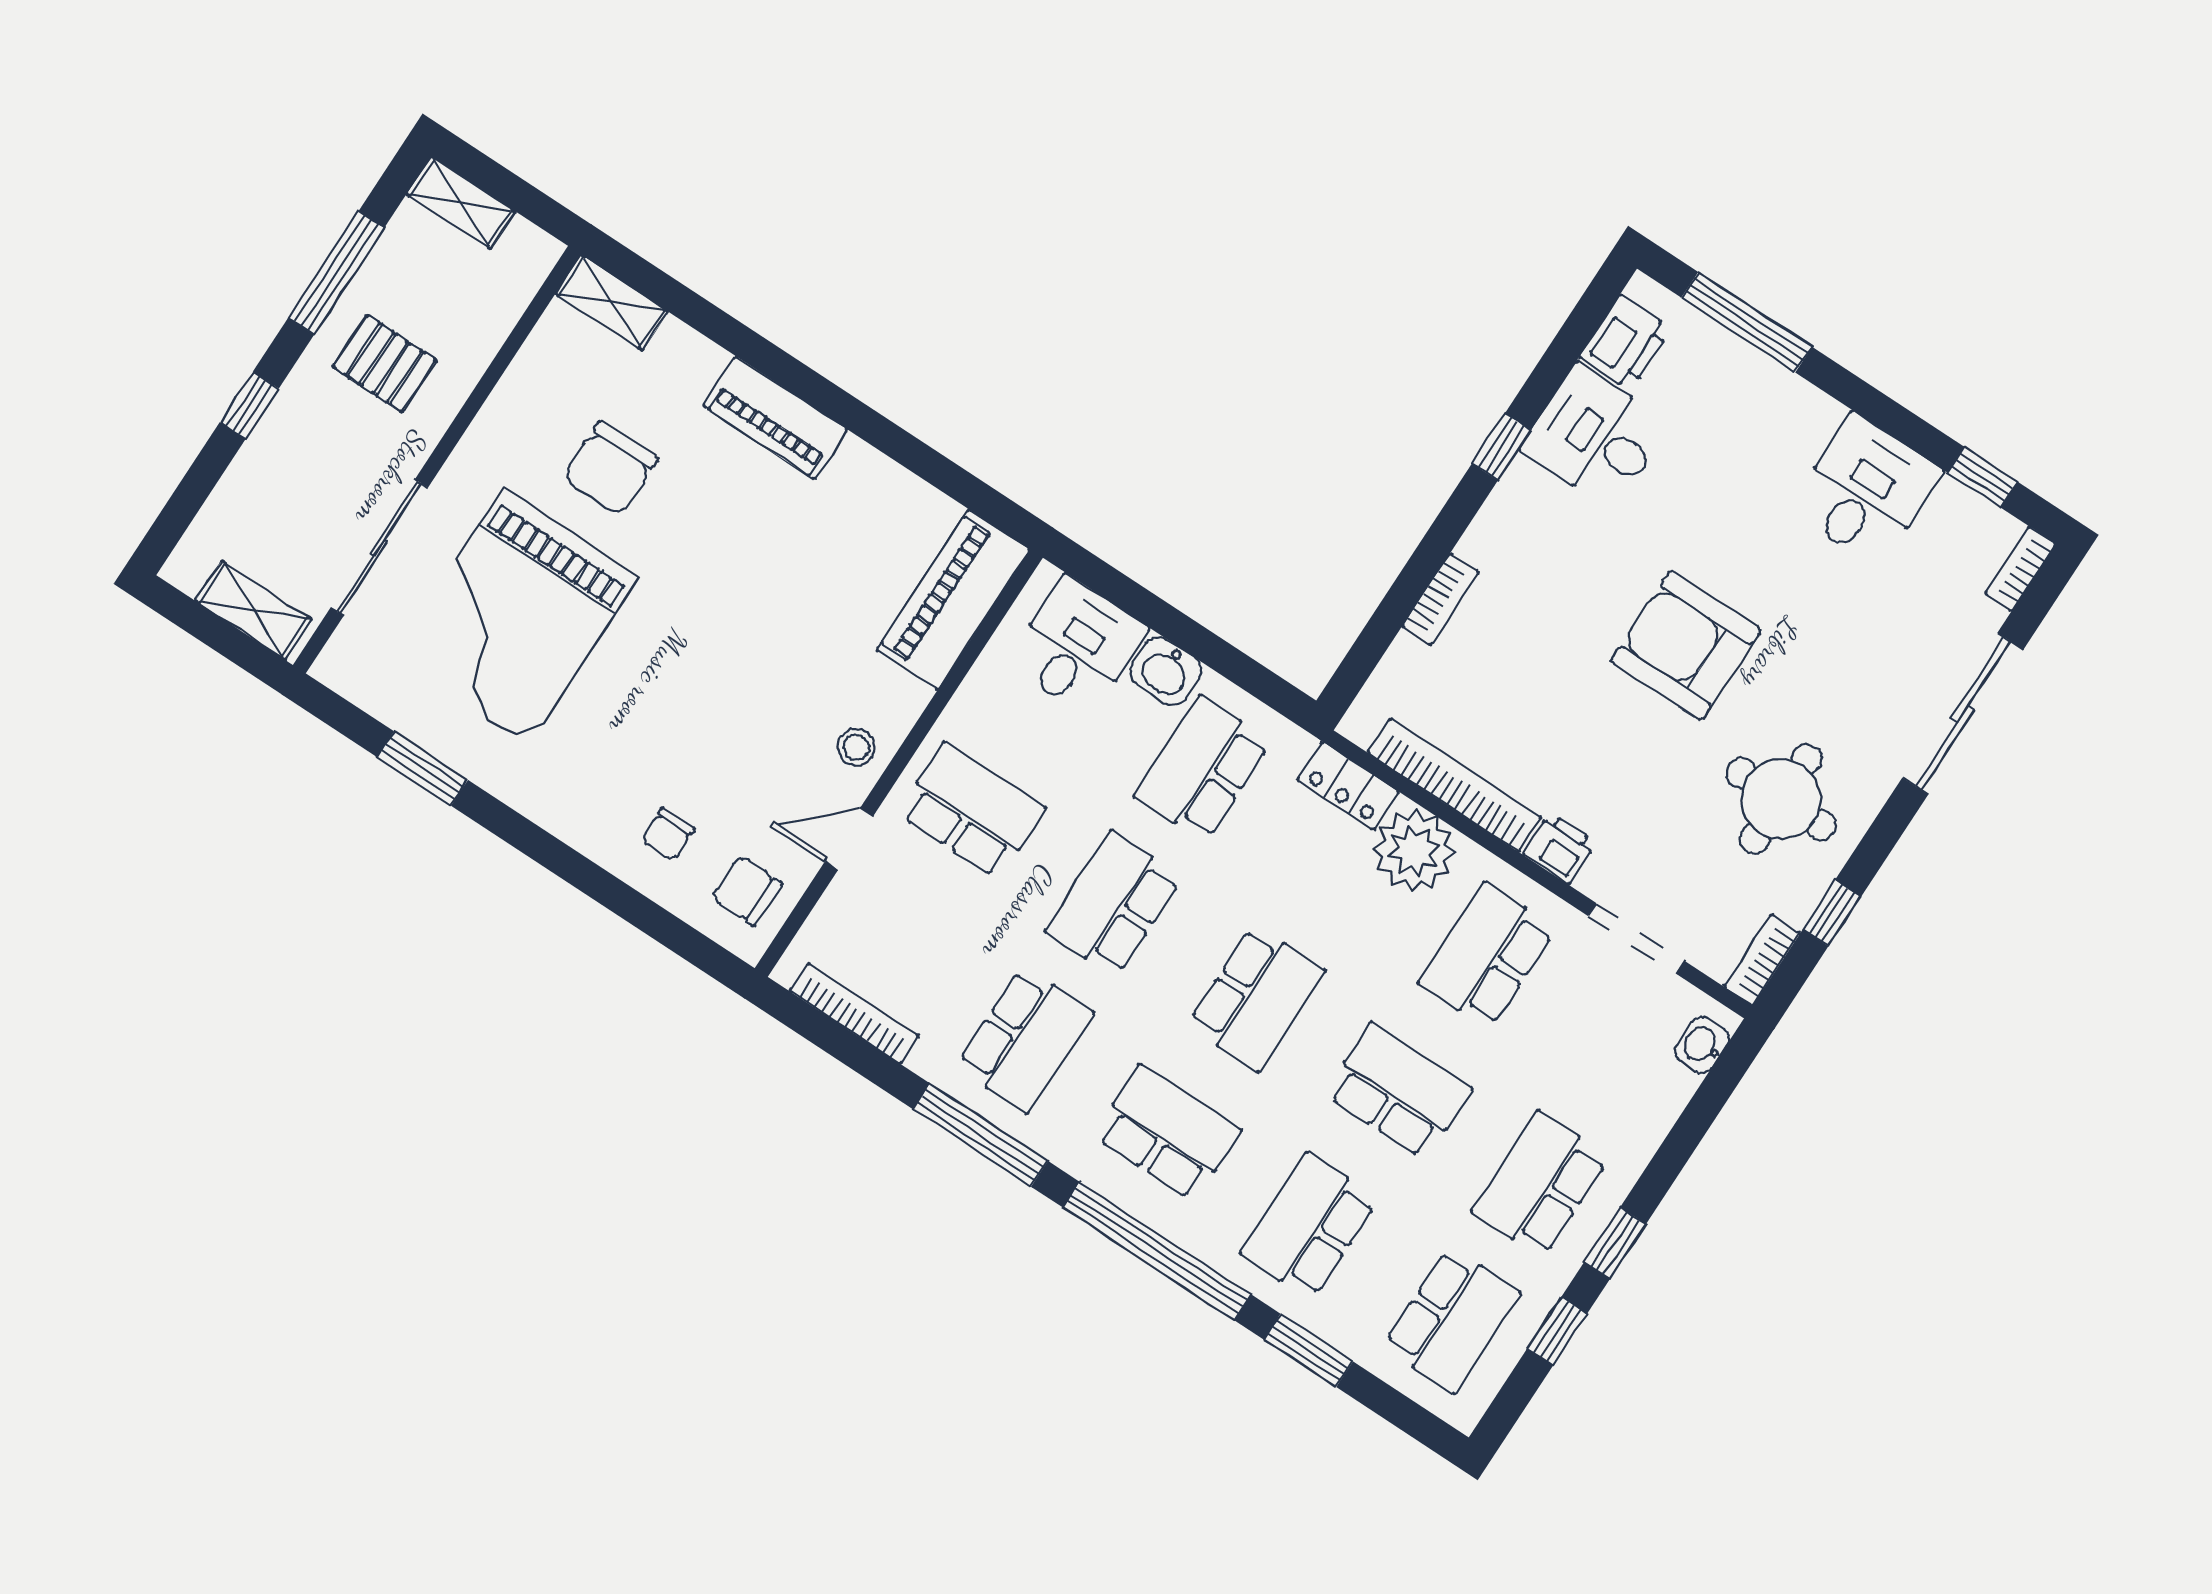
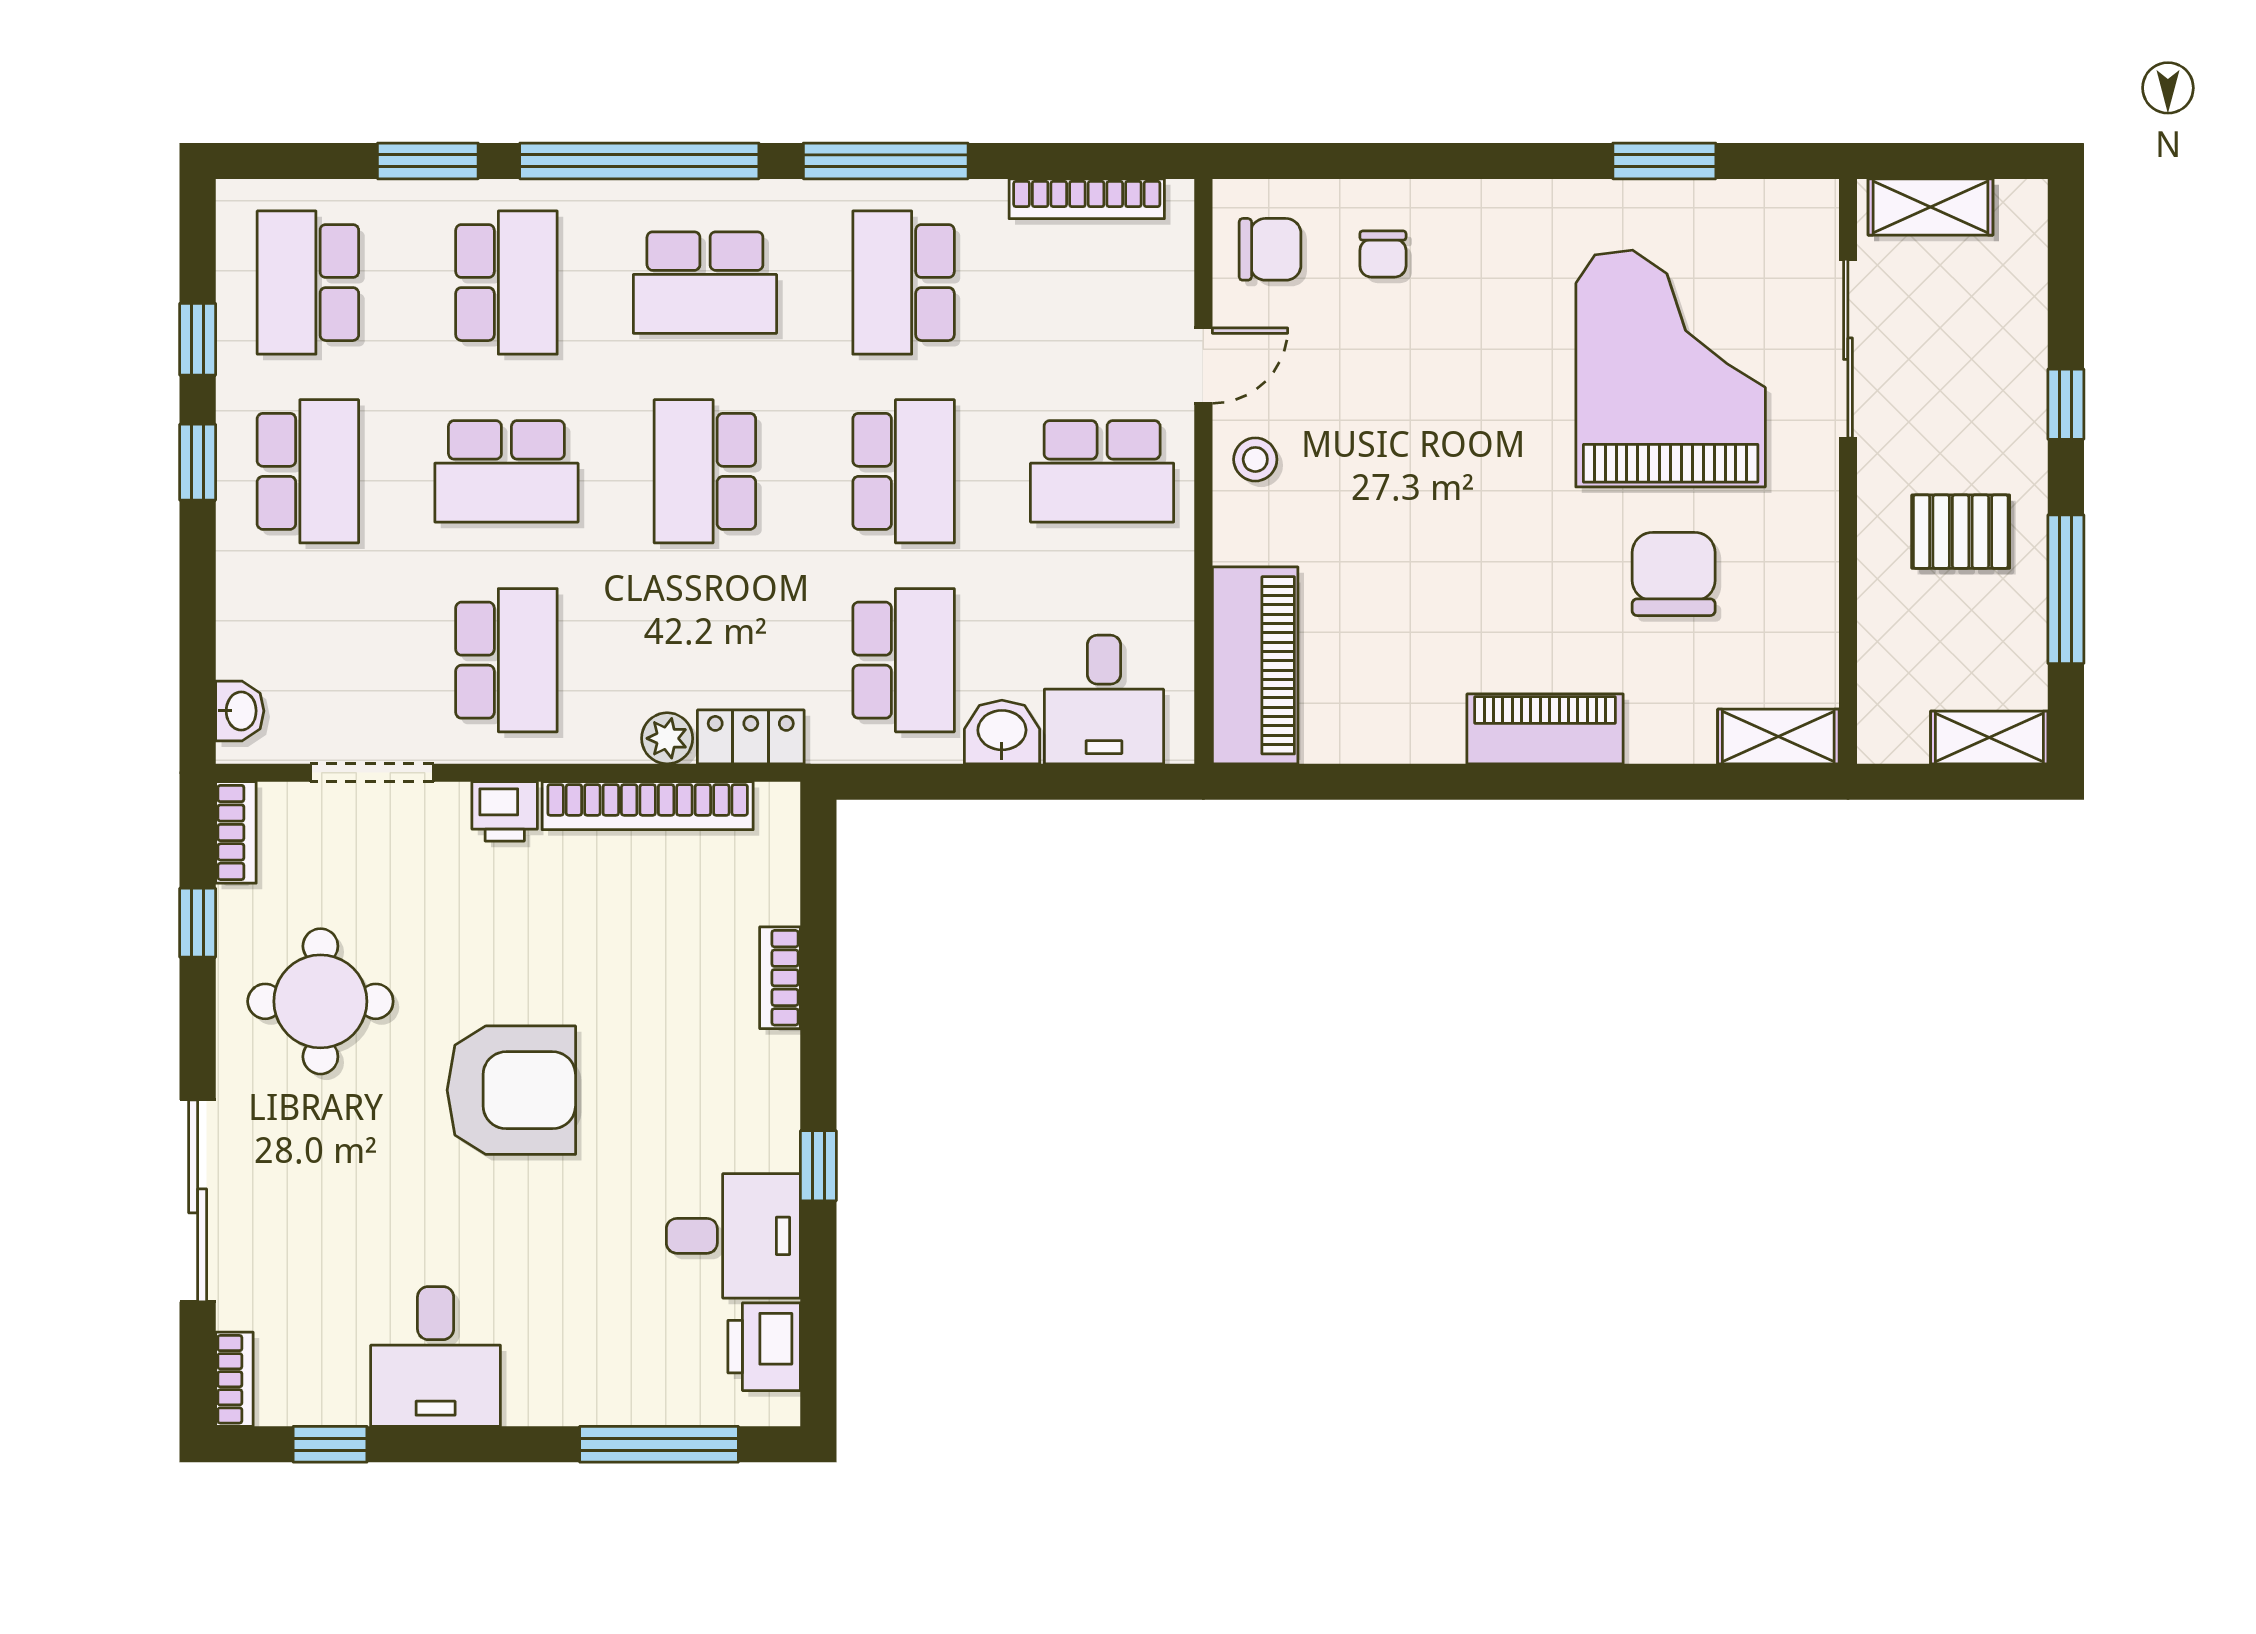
chair: (668, 834) -> (1383, 254), turned 180
plant: (1414, 851) -> (667, 738), width x0.53, depth x0.53

